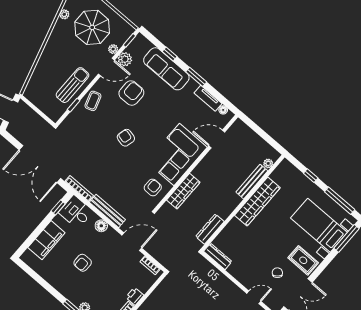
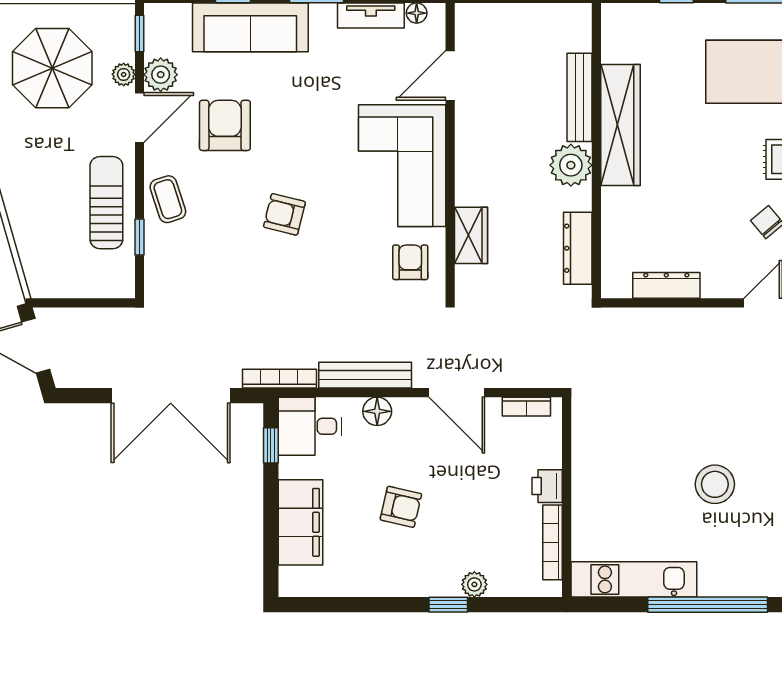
plant: (268, 163) -> (571, 165), moved, width x1.87, depth x1.87
wardrobe: (183, 191) -> (471, 235), width x0.67
door: (132, 242) -> (457, 393), swing flipped
dresser: (218, 256) -> (666, 285), moved
armchair: (83, 263) -> (401, 507), turned -77

